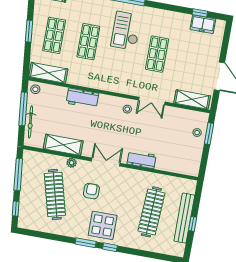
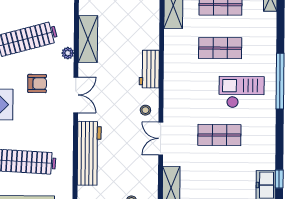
workbench: (82, 98) -> (149, 69), moved
workbench: (142, 160) -> (89, 153), width x1.88, depth x1.32

